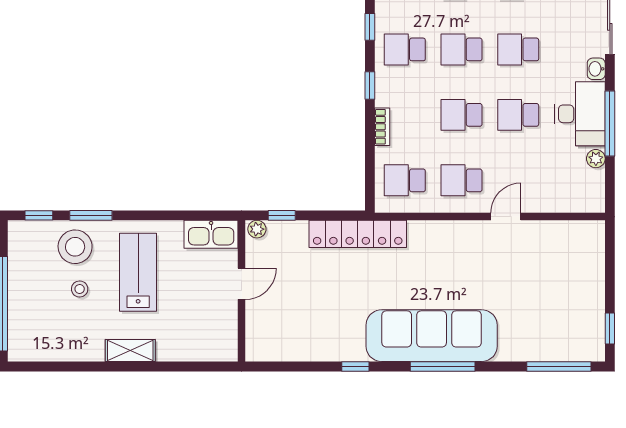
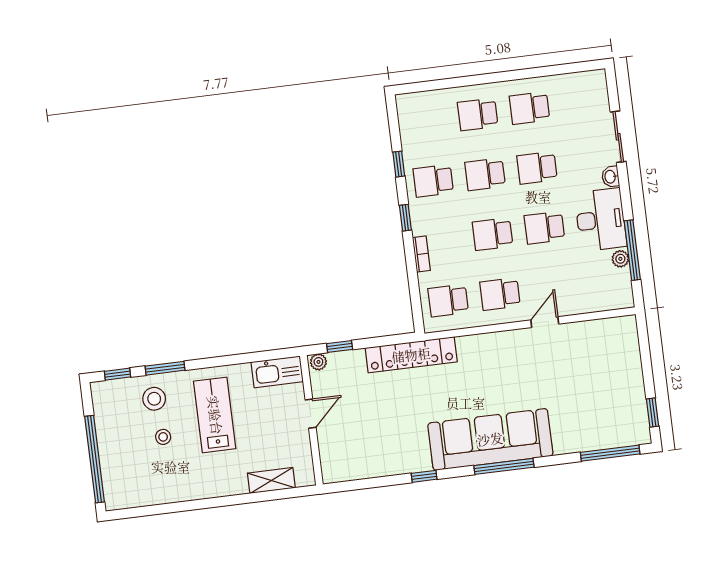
window: (610, 124) -> (632, 250), moved
stool: (75, 247) -> (154, 399), width x0.73, depth x0.73
shelving: (130, 350) -> (271, 481), moved

